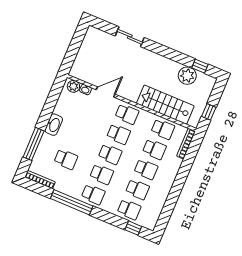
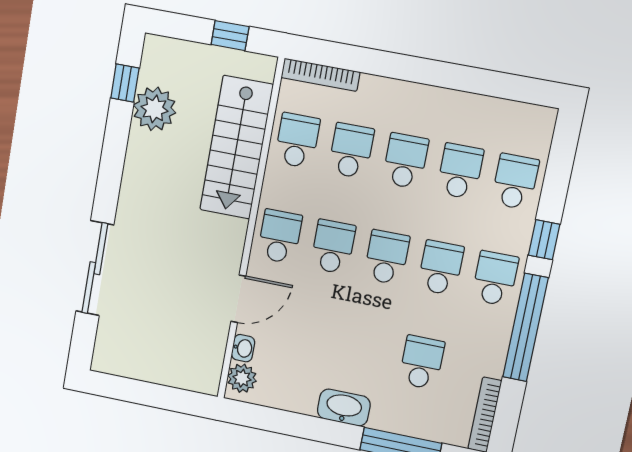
sliding door: (130, 37) -> (95, 268), width x1.37
door: (106, 92) -> (238, 299), swing flipped
window: (133, 228) -> (544, 240), moved

